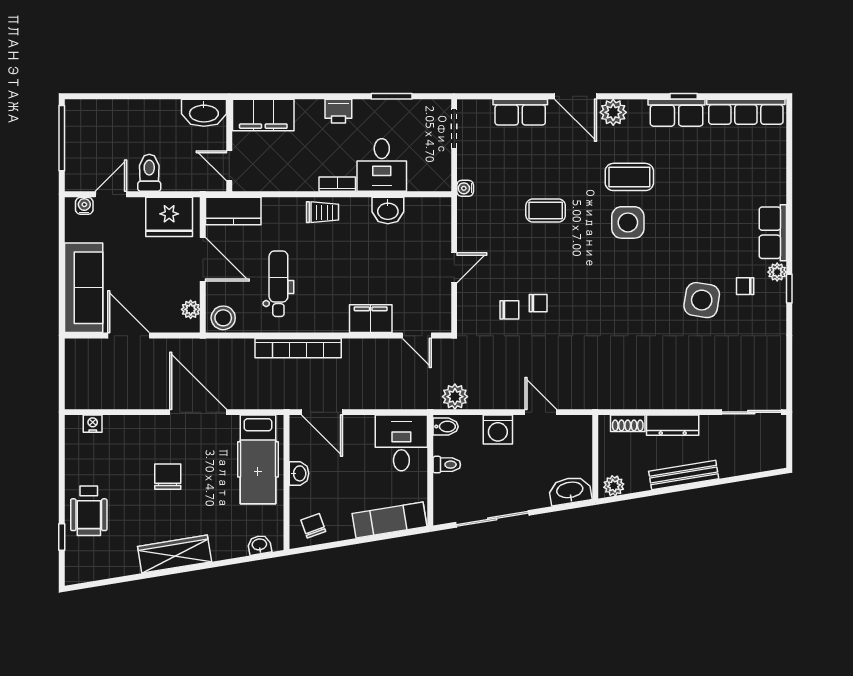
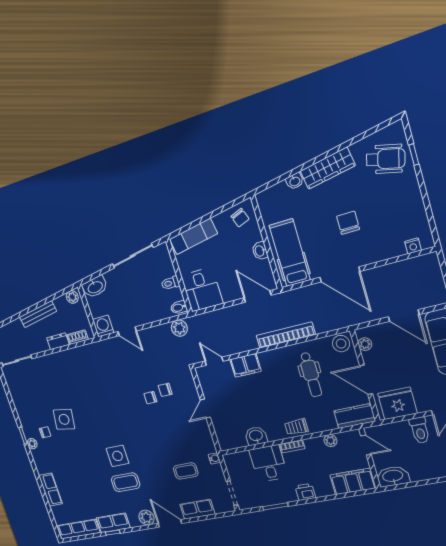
plant: (278, 182) -> (330, 441), added
coffee table: (546, 211) -> (186, 471), moved
row of seats: (773, 233) -> (51, 490), moved
dresser: (673, 425) -> (58, 341), width x0.70
washing machine: (498, 430) -> (103, 326), moved
chair: (168, 477) -> (348, 223), turned 180
wheelchair: (89, 511) -> (386, 159), moved, turned 104
washbasin: (259, 545) -> (295, 181), moved

